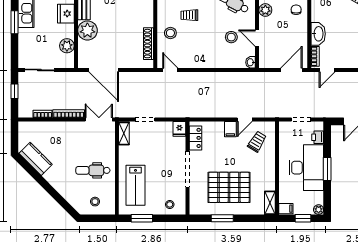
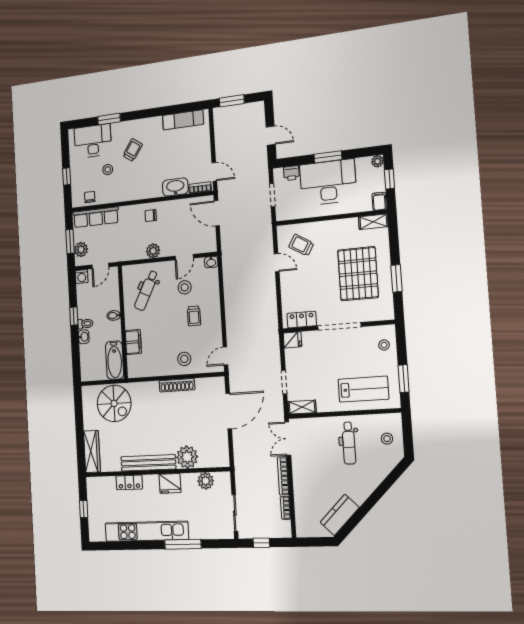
trolley: (189, 15) -> (194, 316), moved
window: (14, 22) -> (183, 544), width x1.44
shoe rack: (149, 44) -> (177, 385), moved
door: (104, 70) -> (229, 411), moved
filing cabinet: (230, 129) -> (289, 279), removed

